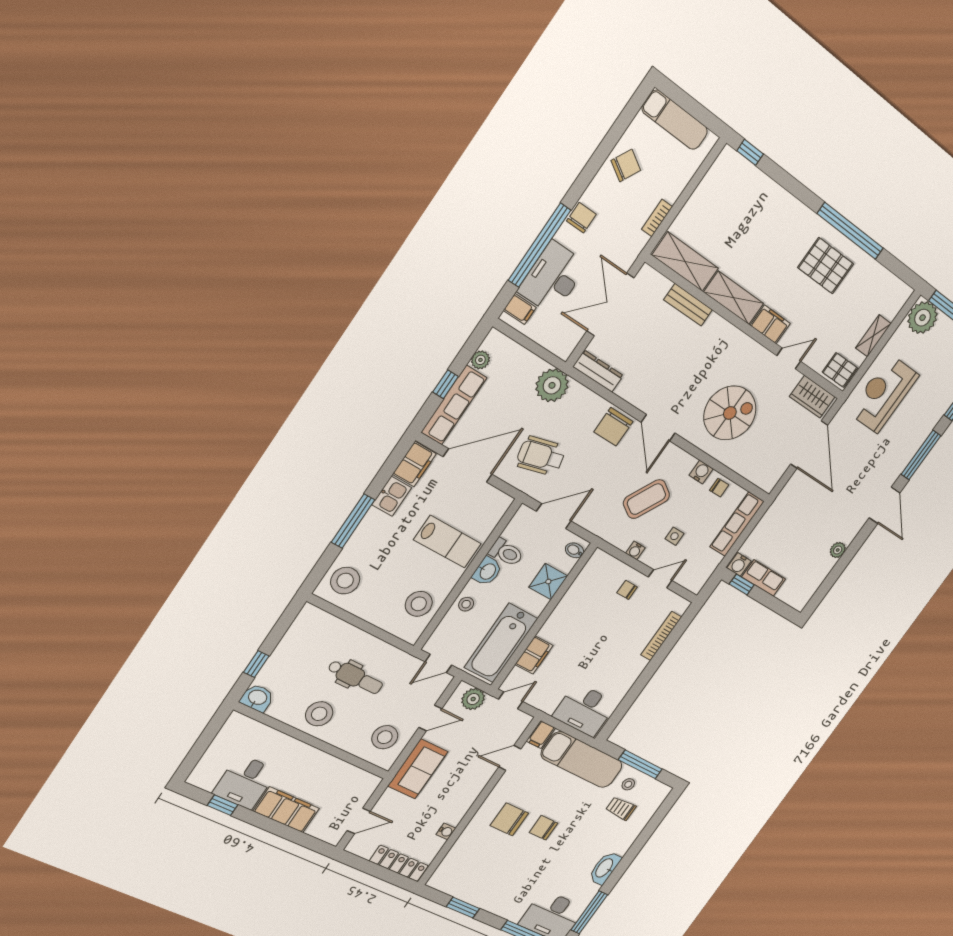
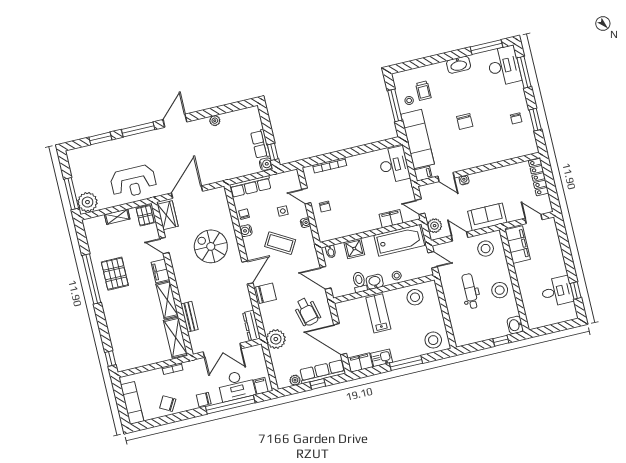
filing cabinet: (286, 810) -> (518, 245), moved, turned 180
chair: (509, 819) -> (516, 118), moved, width x0.54, depth x0.54
water cooler: (446, 831) -> (464, 180), moved

